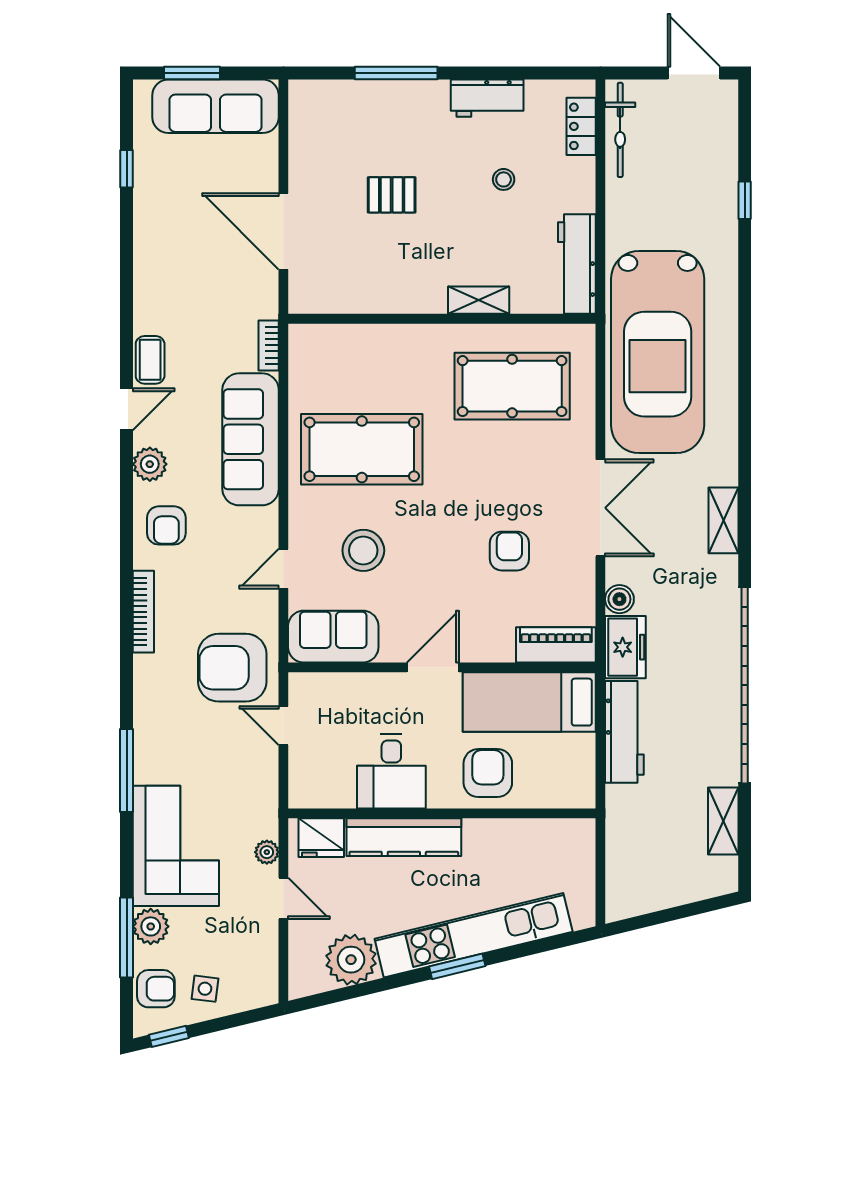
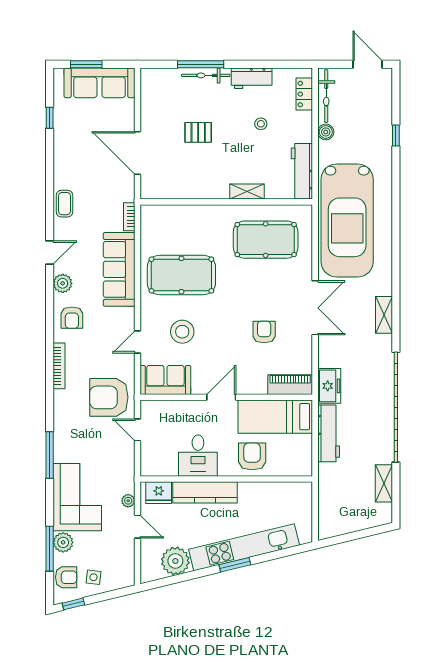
bicycle: (405, 93) -> (206, 75), added
coffee table: (150, 360) -> (64, 204), moved
boiler: (619, 599) -> (326, 132), moved

